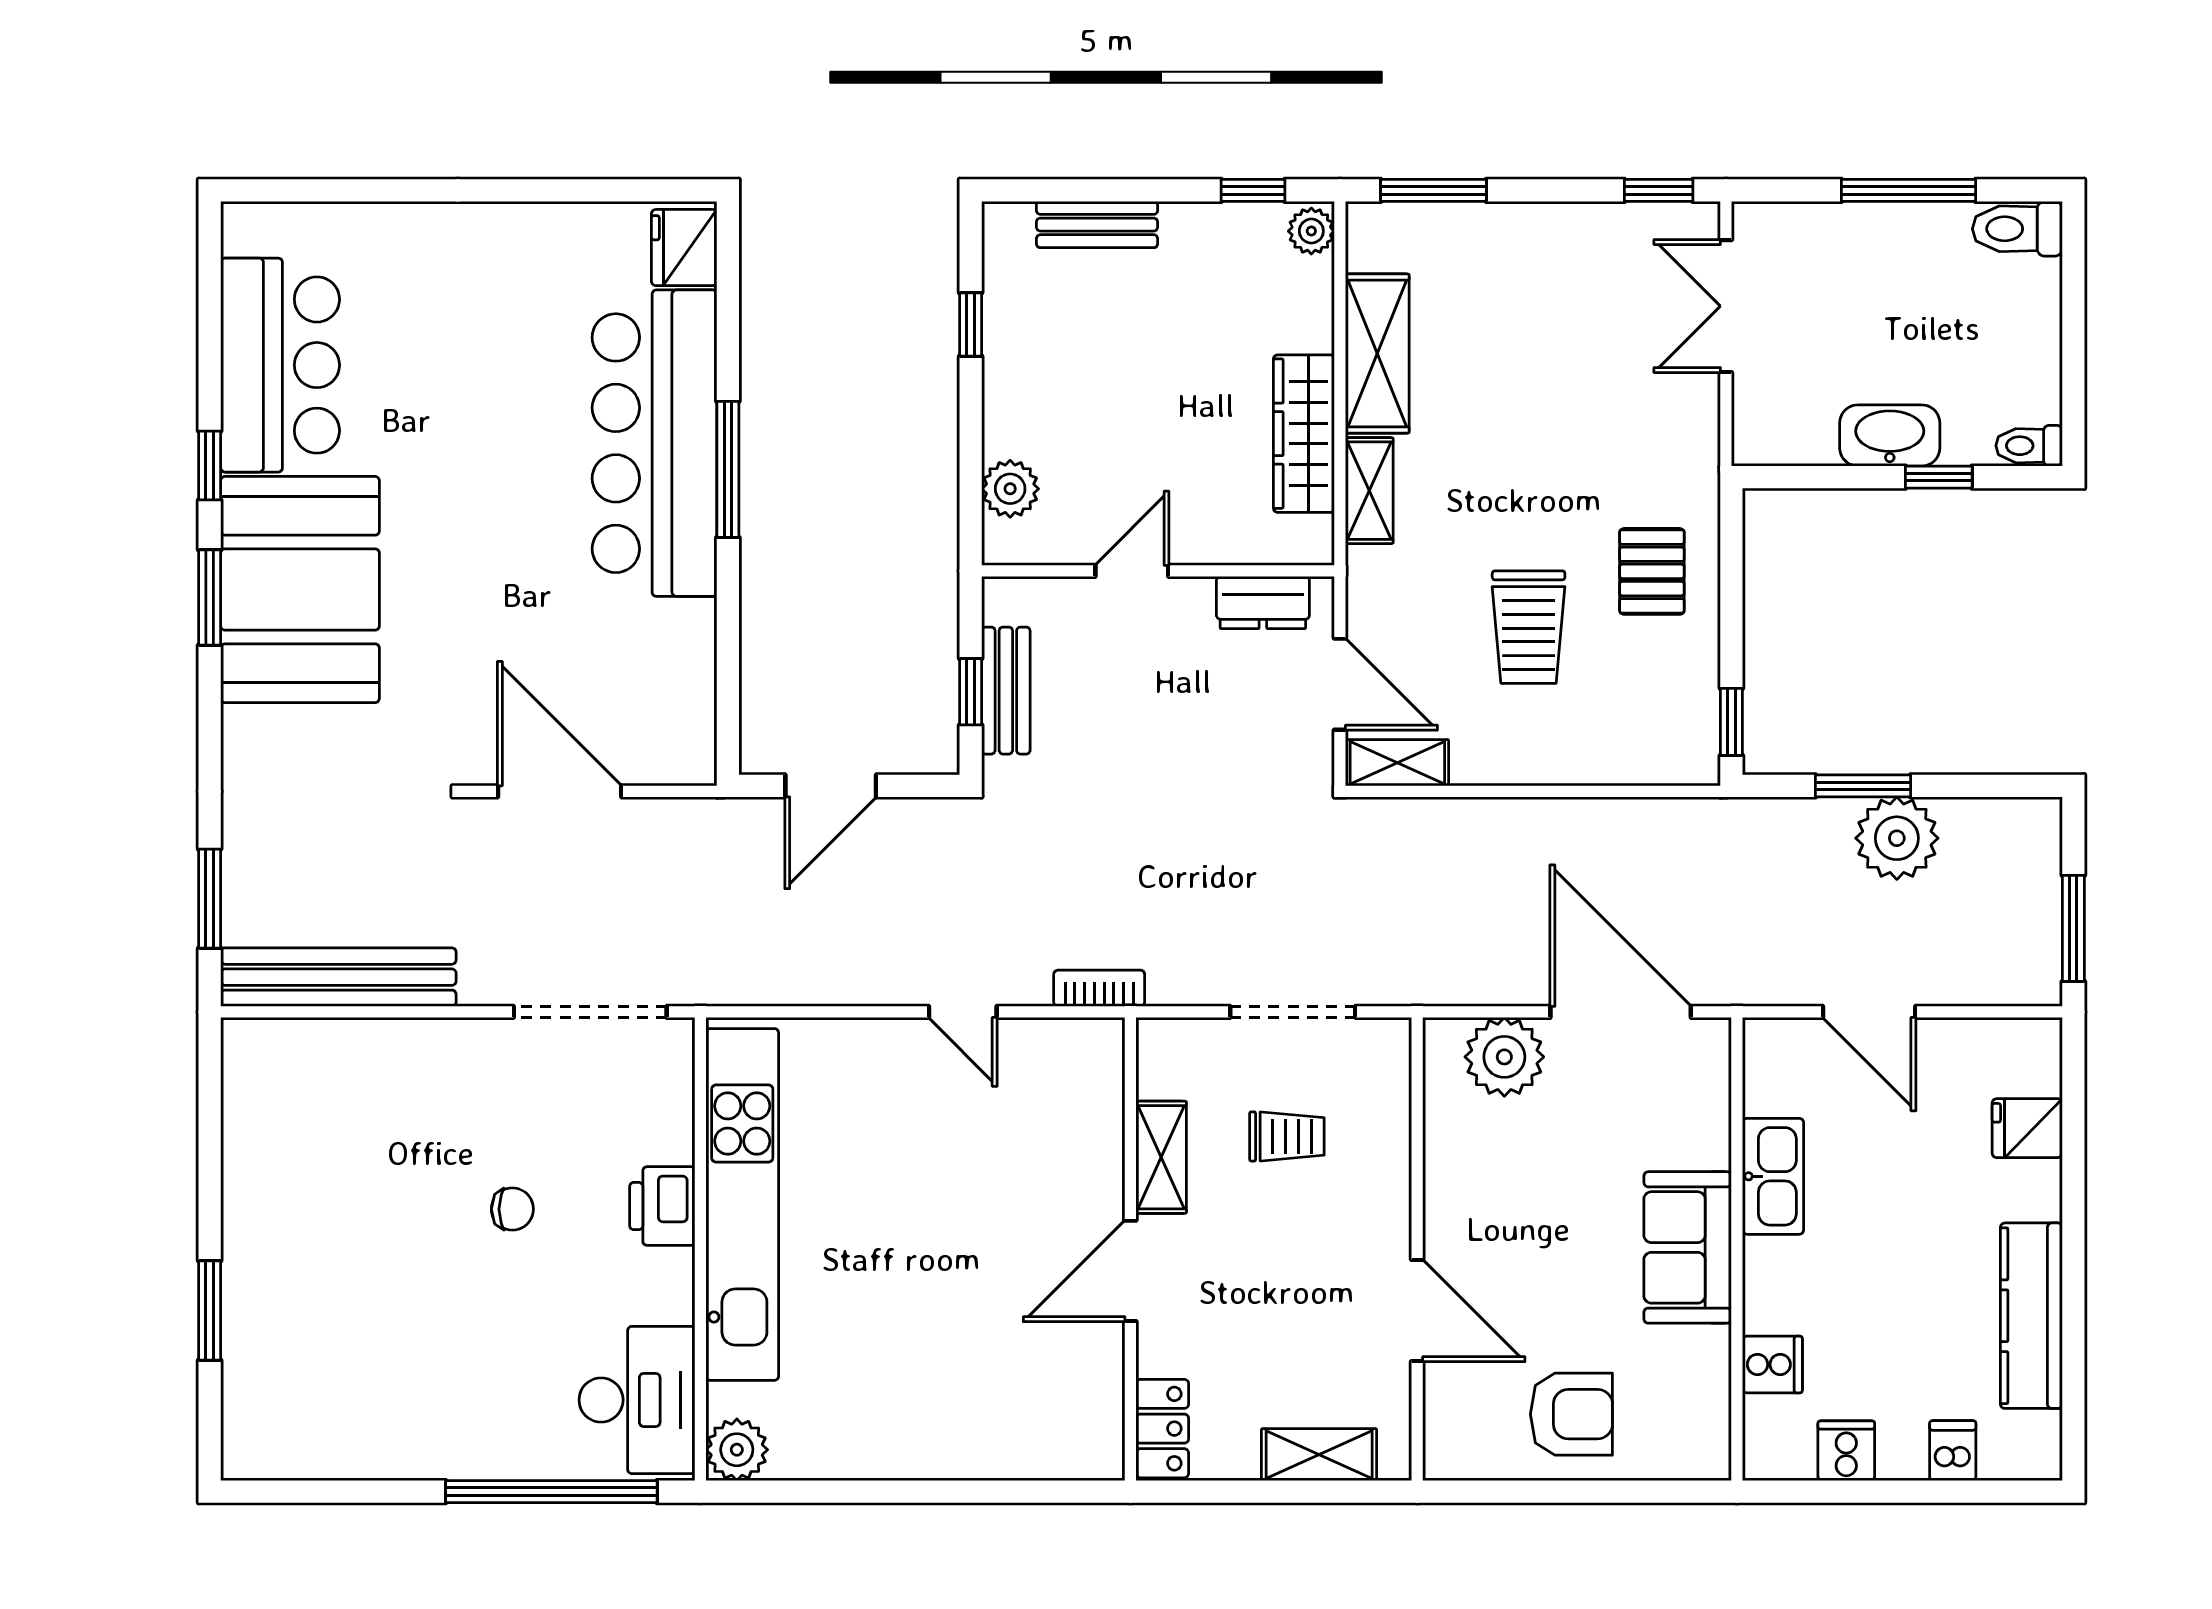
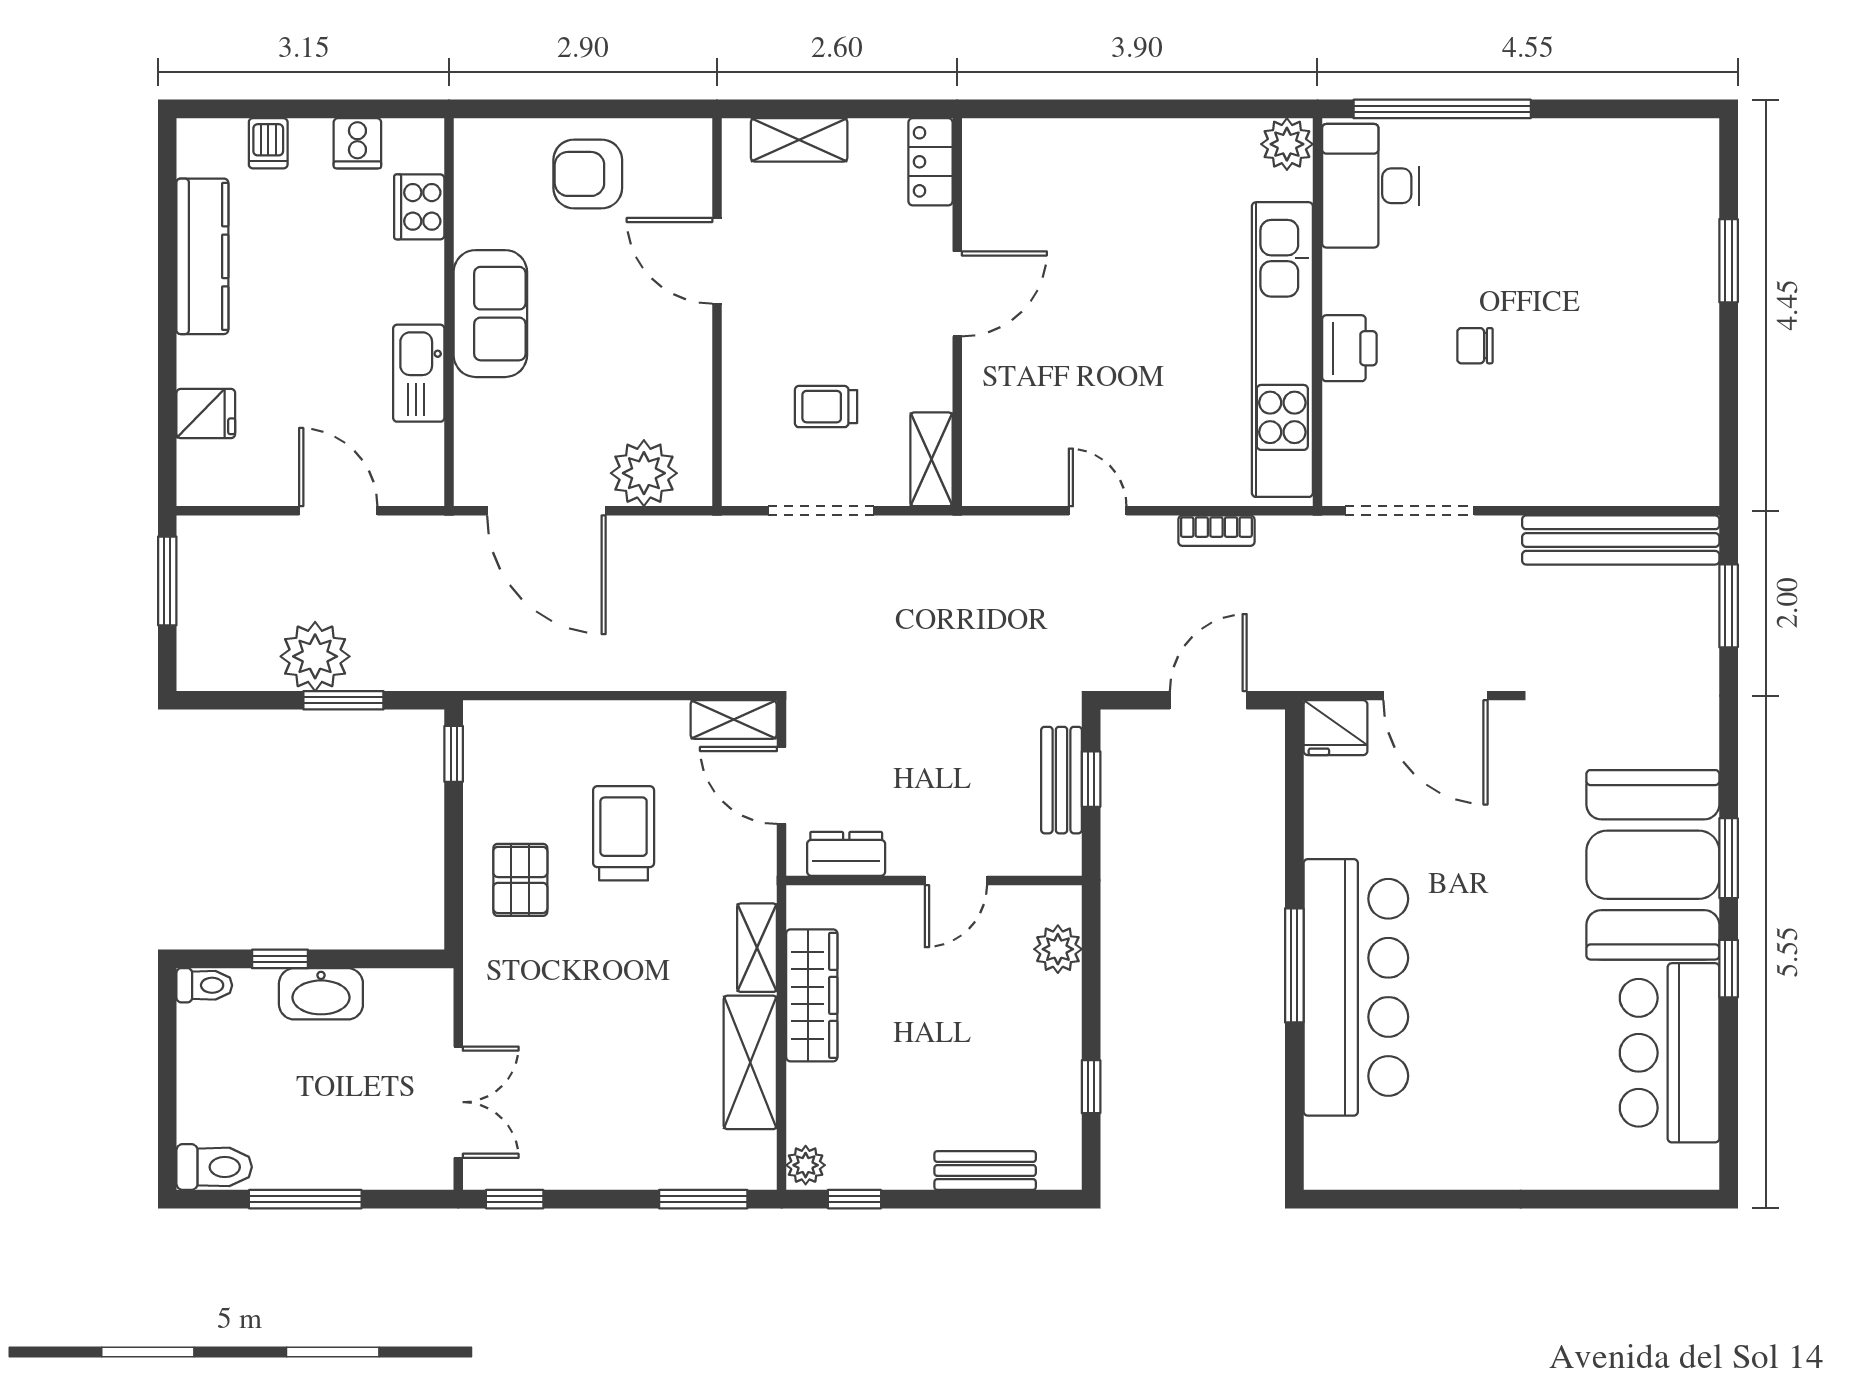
fridge: (684, 248) -> (1335, 728), moved, turned 90
bookcase: (1099, 988) -> (1216, 531), moved
shelving: (1161, 1157) -> (931, 459), moved
cooker: (1772, 1364) -> (419, 207), width x1.36

